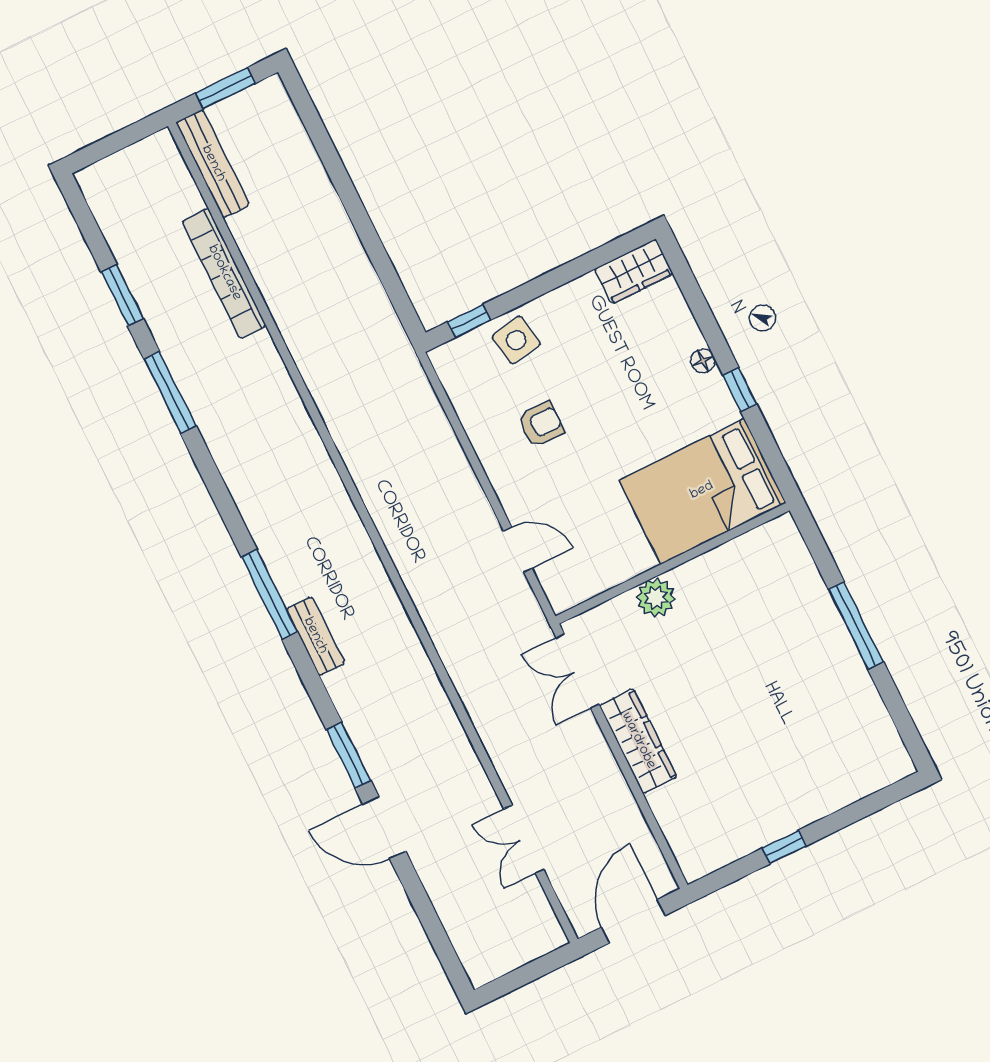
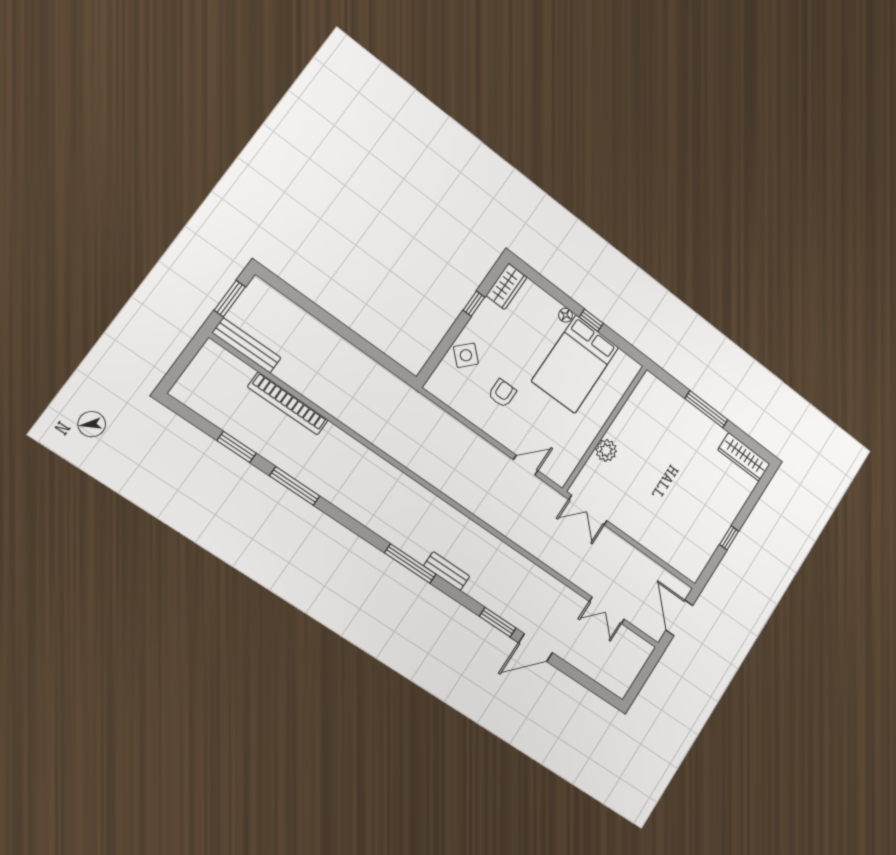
window: (469, 321) -> (474, 304), moved
side table: (516, 340) -> (466, 355), turned -36
bed: (702, 491) -> (575, 364), moved
wardrobe: (638, 741) -> (744, 457), moved, turned 180

